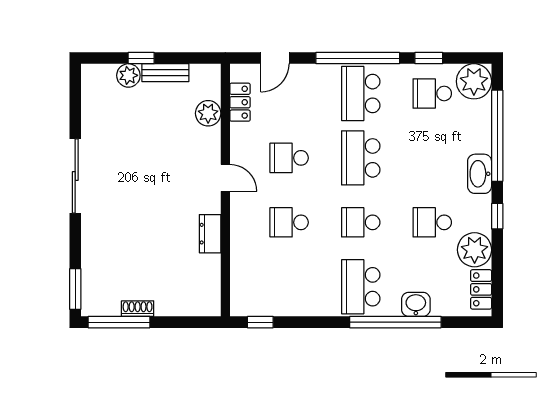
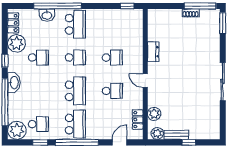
plant: (128, 75) -> (157, 133), moved

